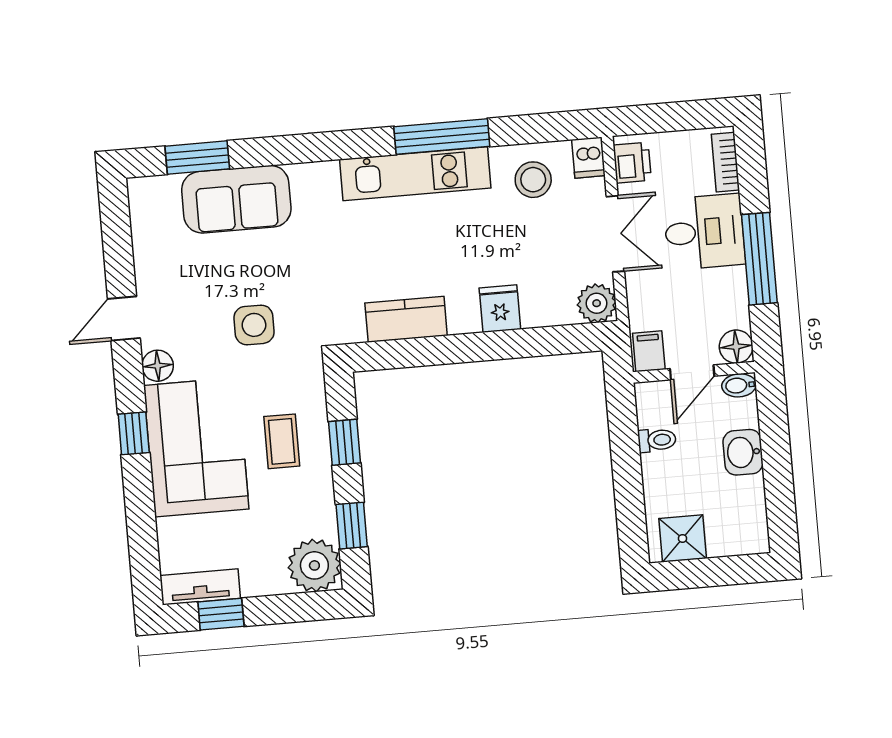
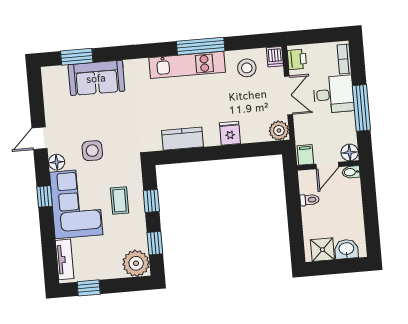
side table: (254, 325) -> (92, 151), moved
washbasin: (743, 452) -> (346, 249), moved, turned 90
tv unit: (200, 587) -> (65, 259), moved, turned 90

